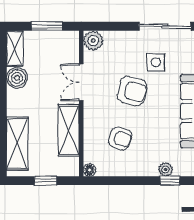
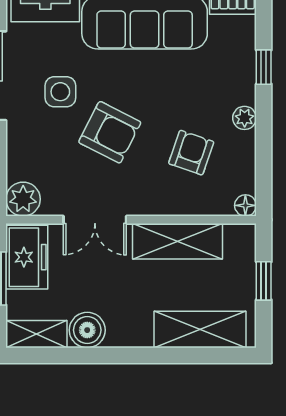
freezer: (59, 43) -> (27, 257), added
armchair: (132, 91) -> (110, 132), turned 104
plant: (166, 169) -> (245, 118), moved

